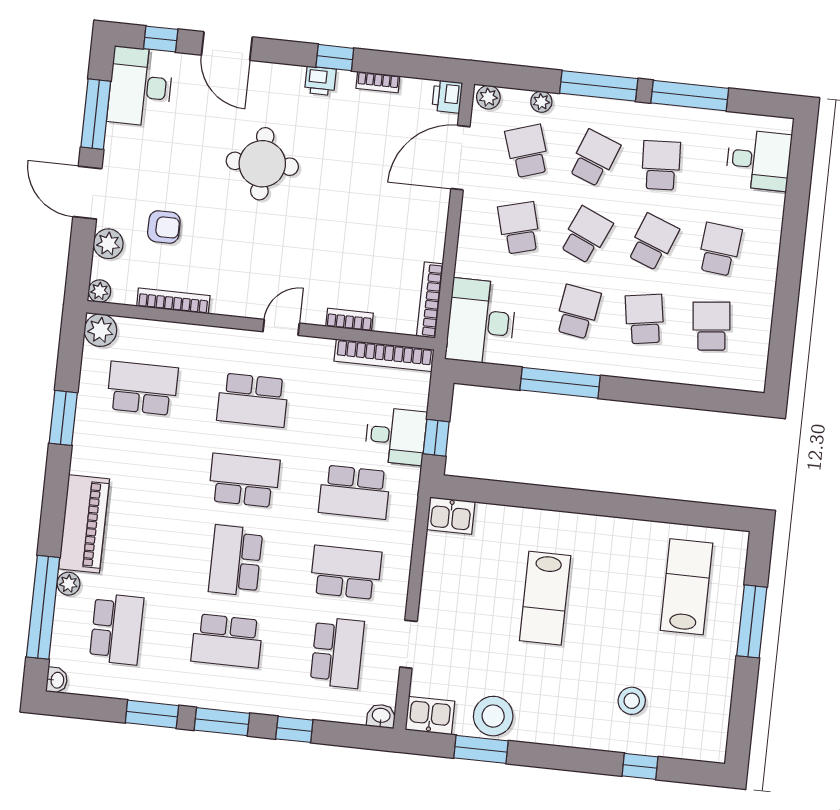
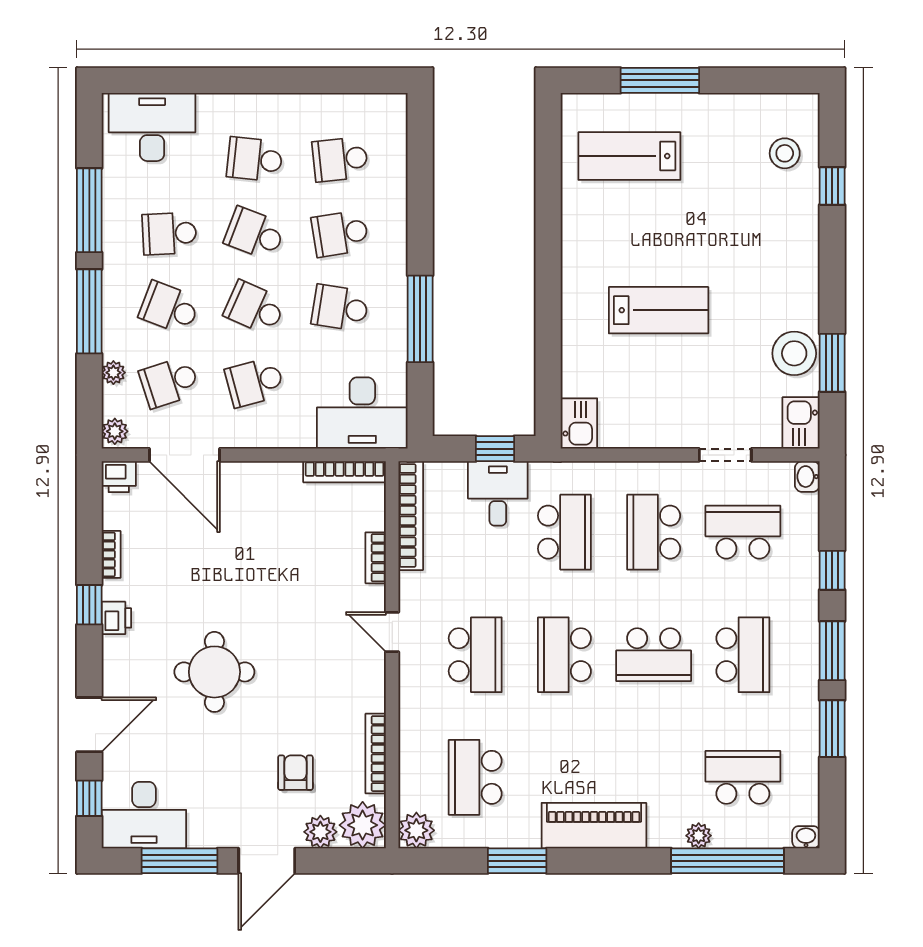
desk: (759, 160) -> (152, 127), width x1.37
plant: (100, 291) -> (363, 825), width x1.87, depth x1.87
piano: (84, 524) -> (594, 826), moved
stool: (632, 701) -> (785, 153), moved

